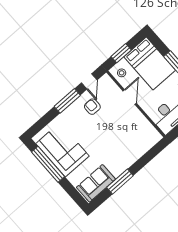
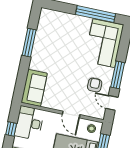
armchair: (92, 107) -> (95, 85), turned -90
corner sofa: (63, 150) -> (104, 43), moved, turned 90
sofa: (96, 183) -> (34, 88), moved

